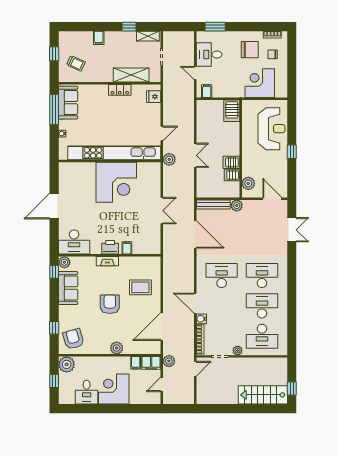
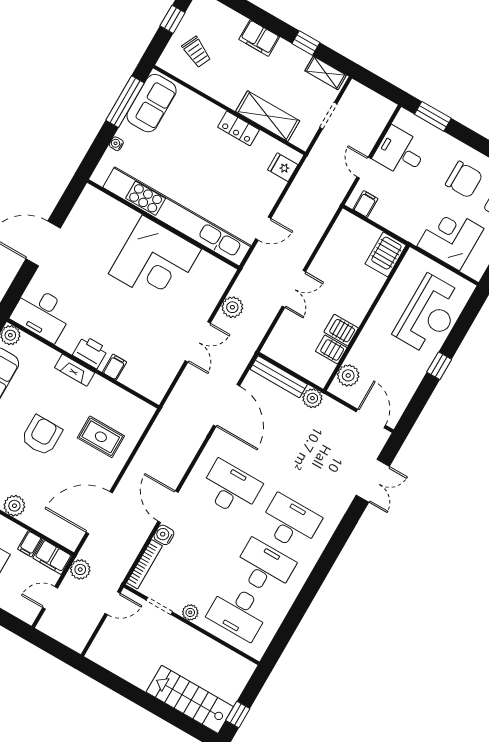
filing cabinet: (99, 38) -> (259, 38), width x2.00
plant: (169, 159) -> (232, 307), moved

